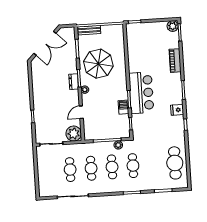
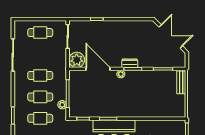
double door: (45, 43) -> (171, 36), swing flipped
parasol: (98, 64) -> (146, 90), removed
barbecue: (123, 107) -> (100, 112), removed
door: (81, 112) -> (98, 69), width x1.88
cafe table: (70, 170) -> (40, 33), moved

